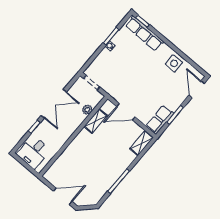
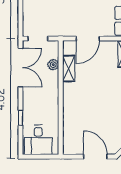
double door: (54, 104) -> (20, 68), moved
door: (63, 196) -> (95, 157), hinge flipped

